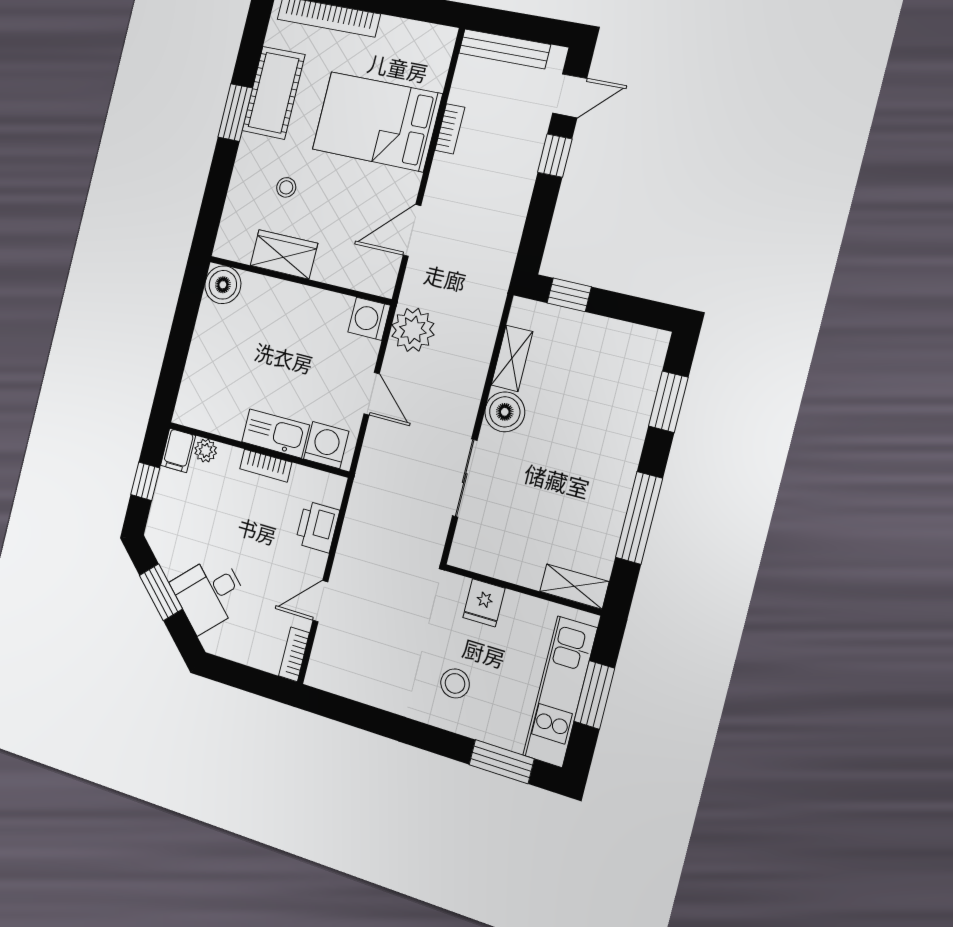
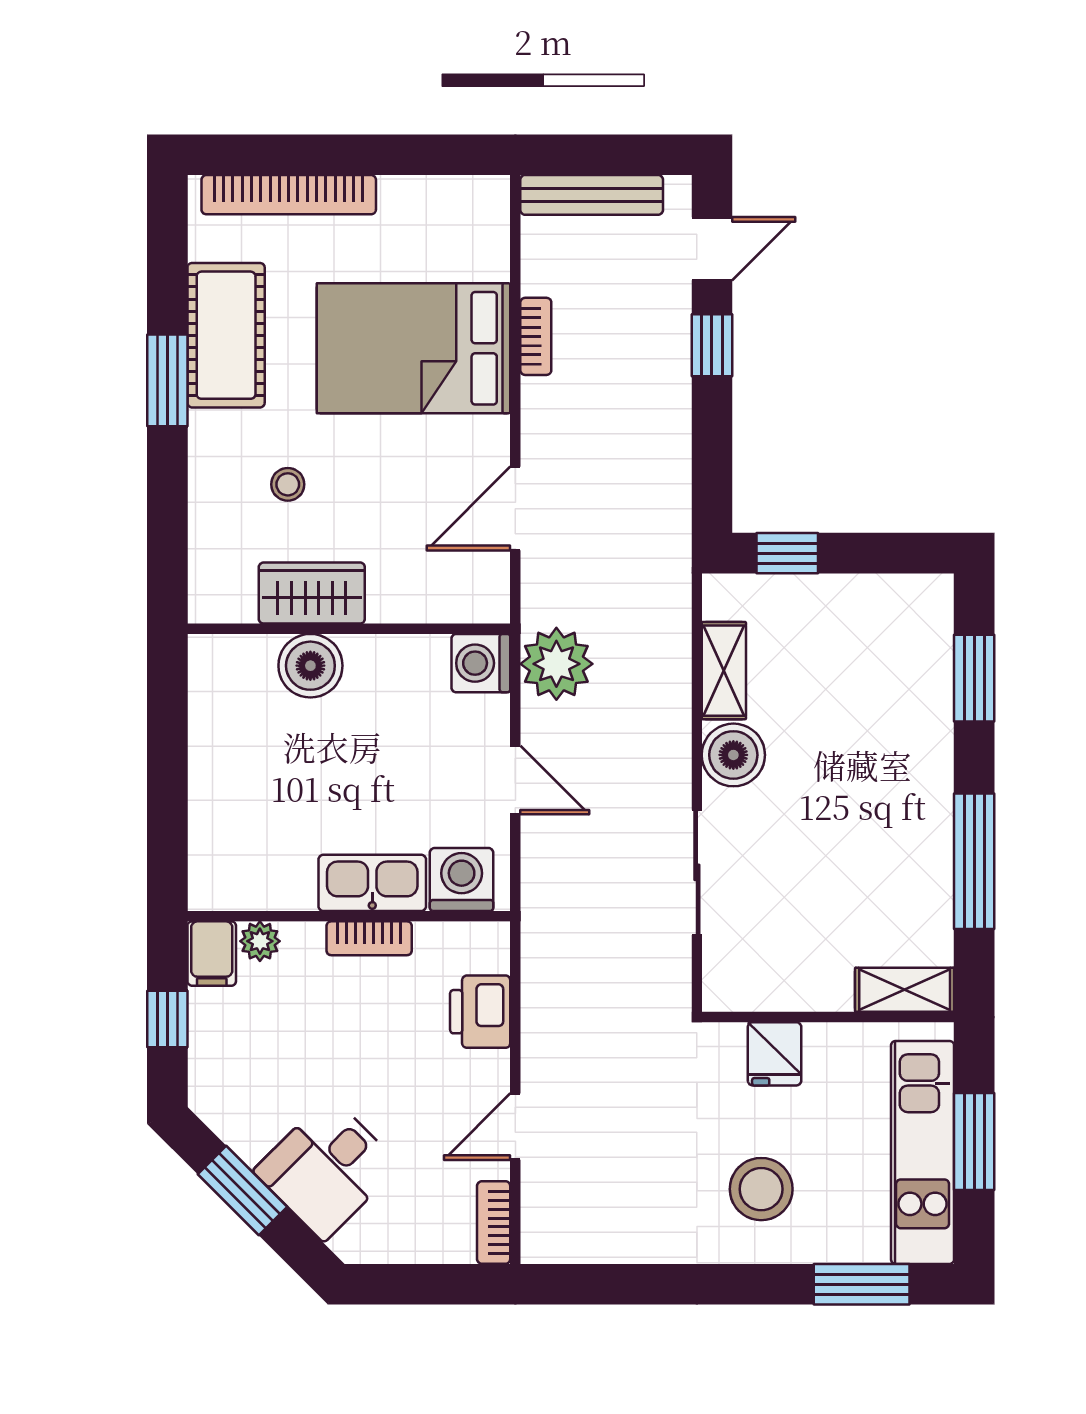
boiler: (223, 285) -> (310, 666), moved
stool: (455, 683) -> (761, 1189), width x1.38, depth x1.38

